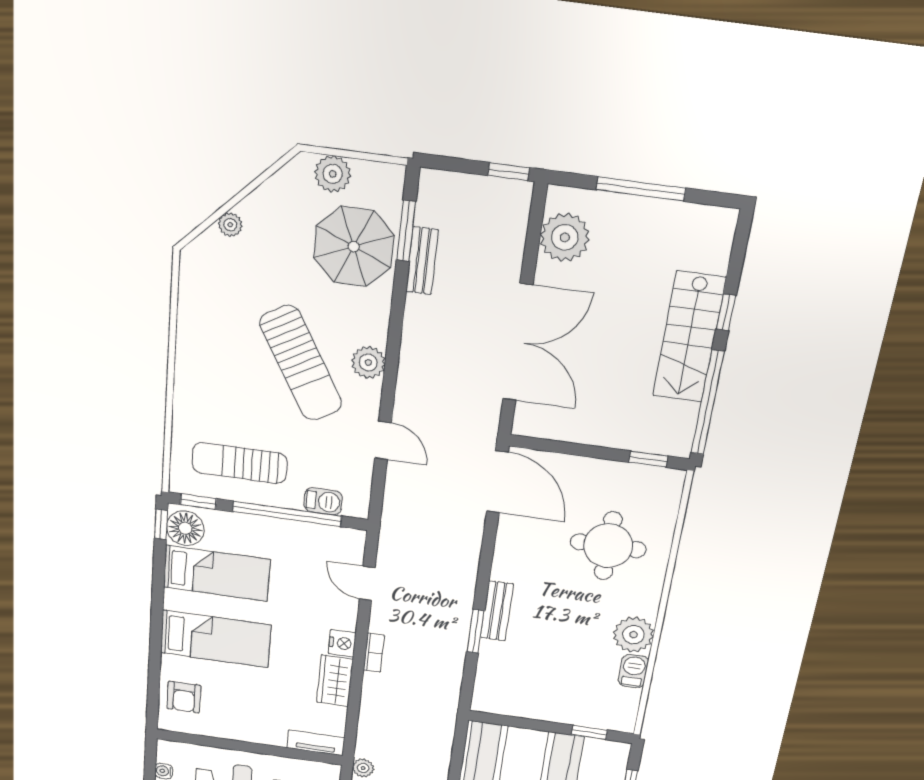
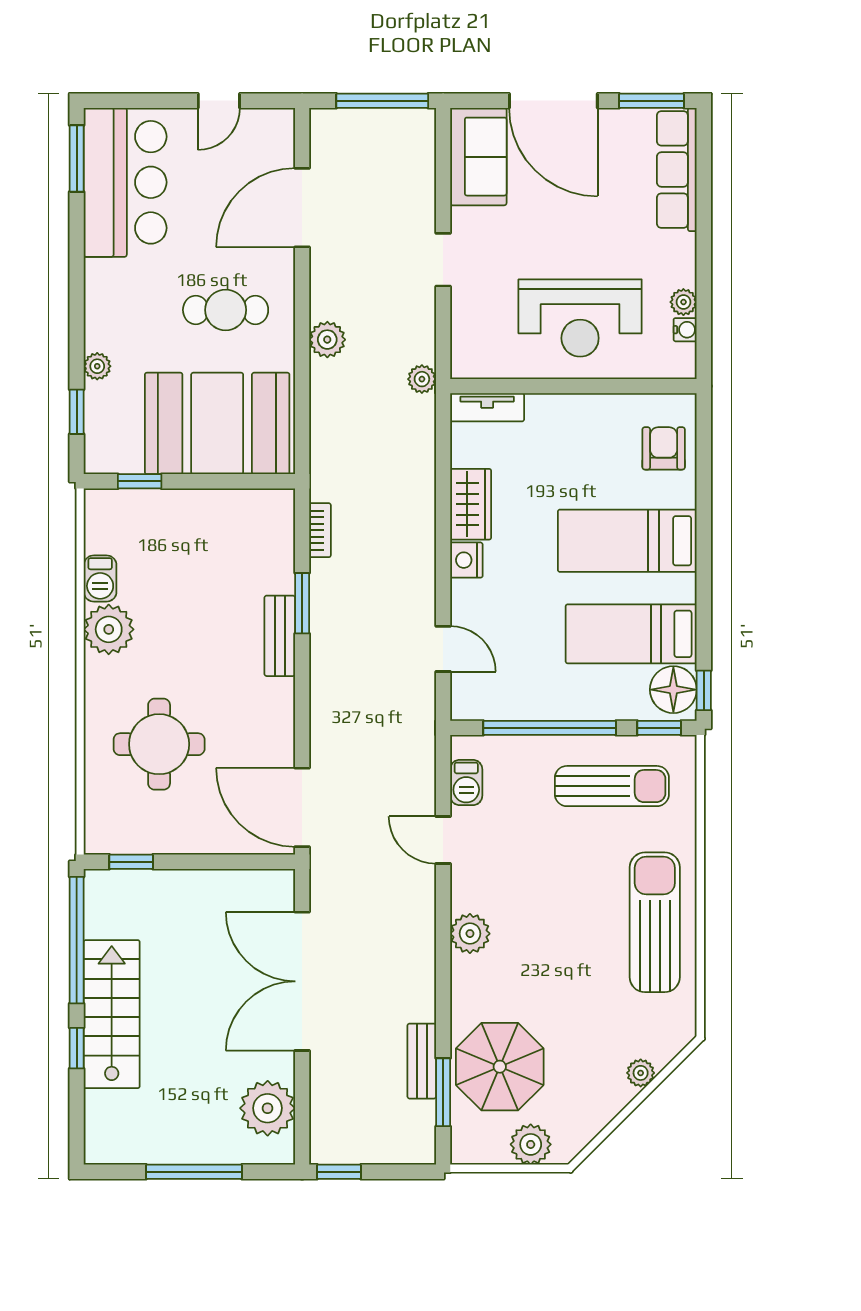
sun lounger: (301, 363) -> (655, 922), moved, turned 30
barbecue: (323, 501) -> (466, 782), moved, turned -90
bookcase: (374, 653) -> (320, 530), moved, turned 180

